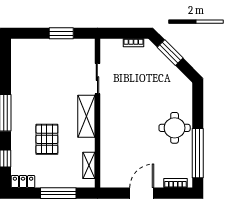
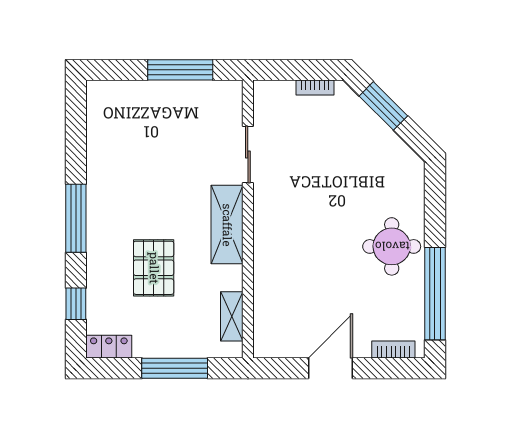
window: (61, 33) -> (180, 70), width x1.44

